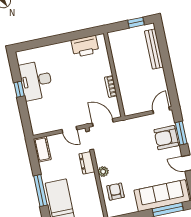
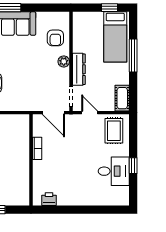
printer: (85, 46) -> (49, 199), width x0.53, depth x0.68
desk: (36, 80) -> (114, 171), width x0.73
rug: (44, 118) -> (114, 131), added
dresser: (87, 163) -> (79, 69), width x1.44

